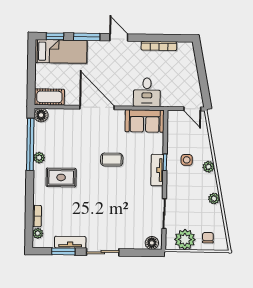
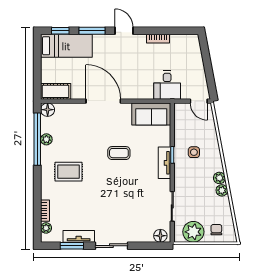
bookcase: (159, 46) -> (158, 39), width x0.64
desk: (147, 92) -> (167, 85), moved
plant: (39, 158) -> (46, 139), moved
plant: (208, 167) -> (219, 178), moved

